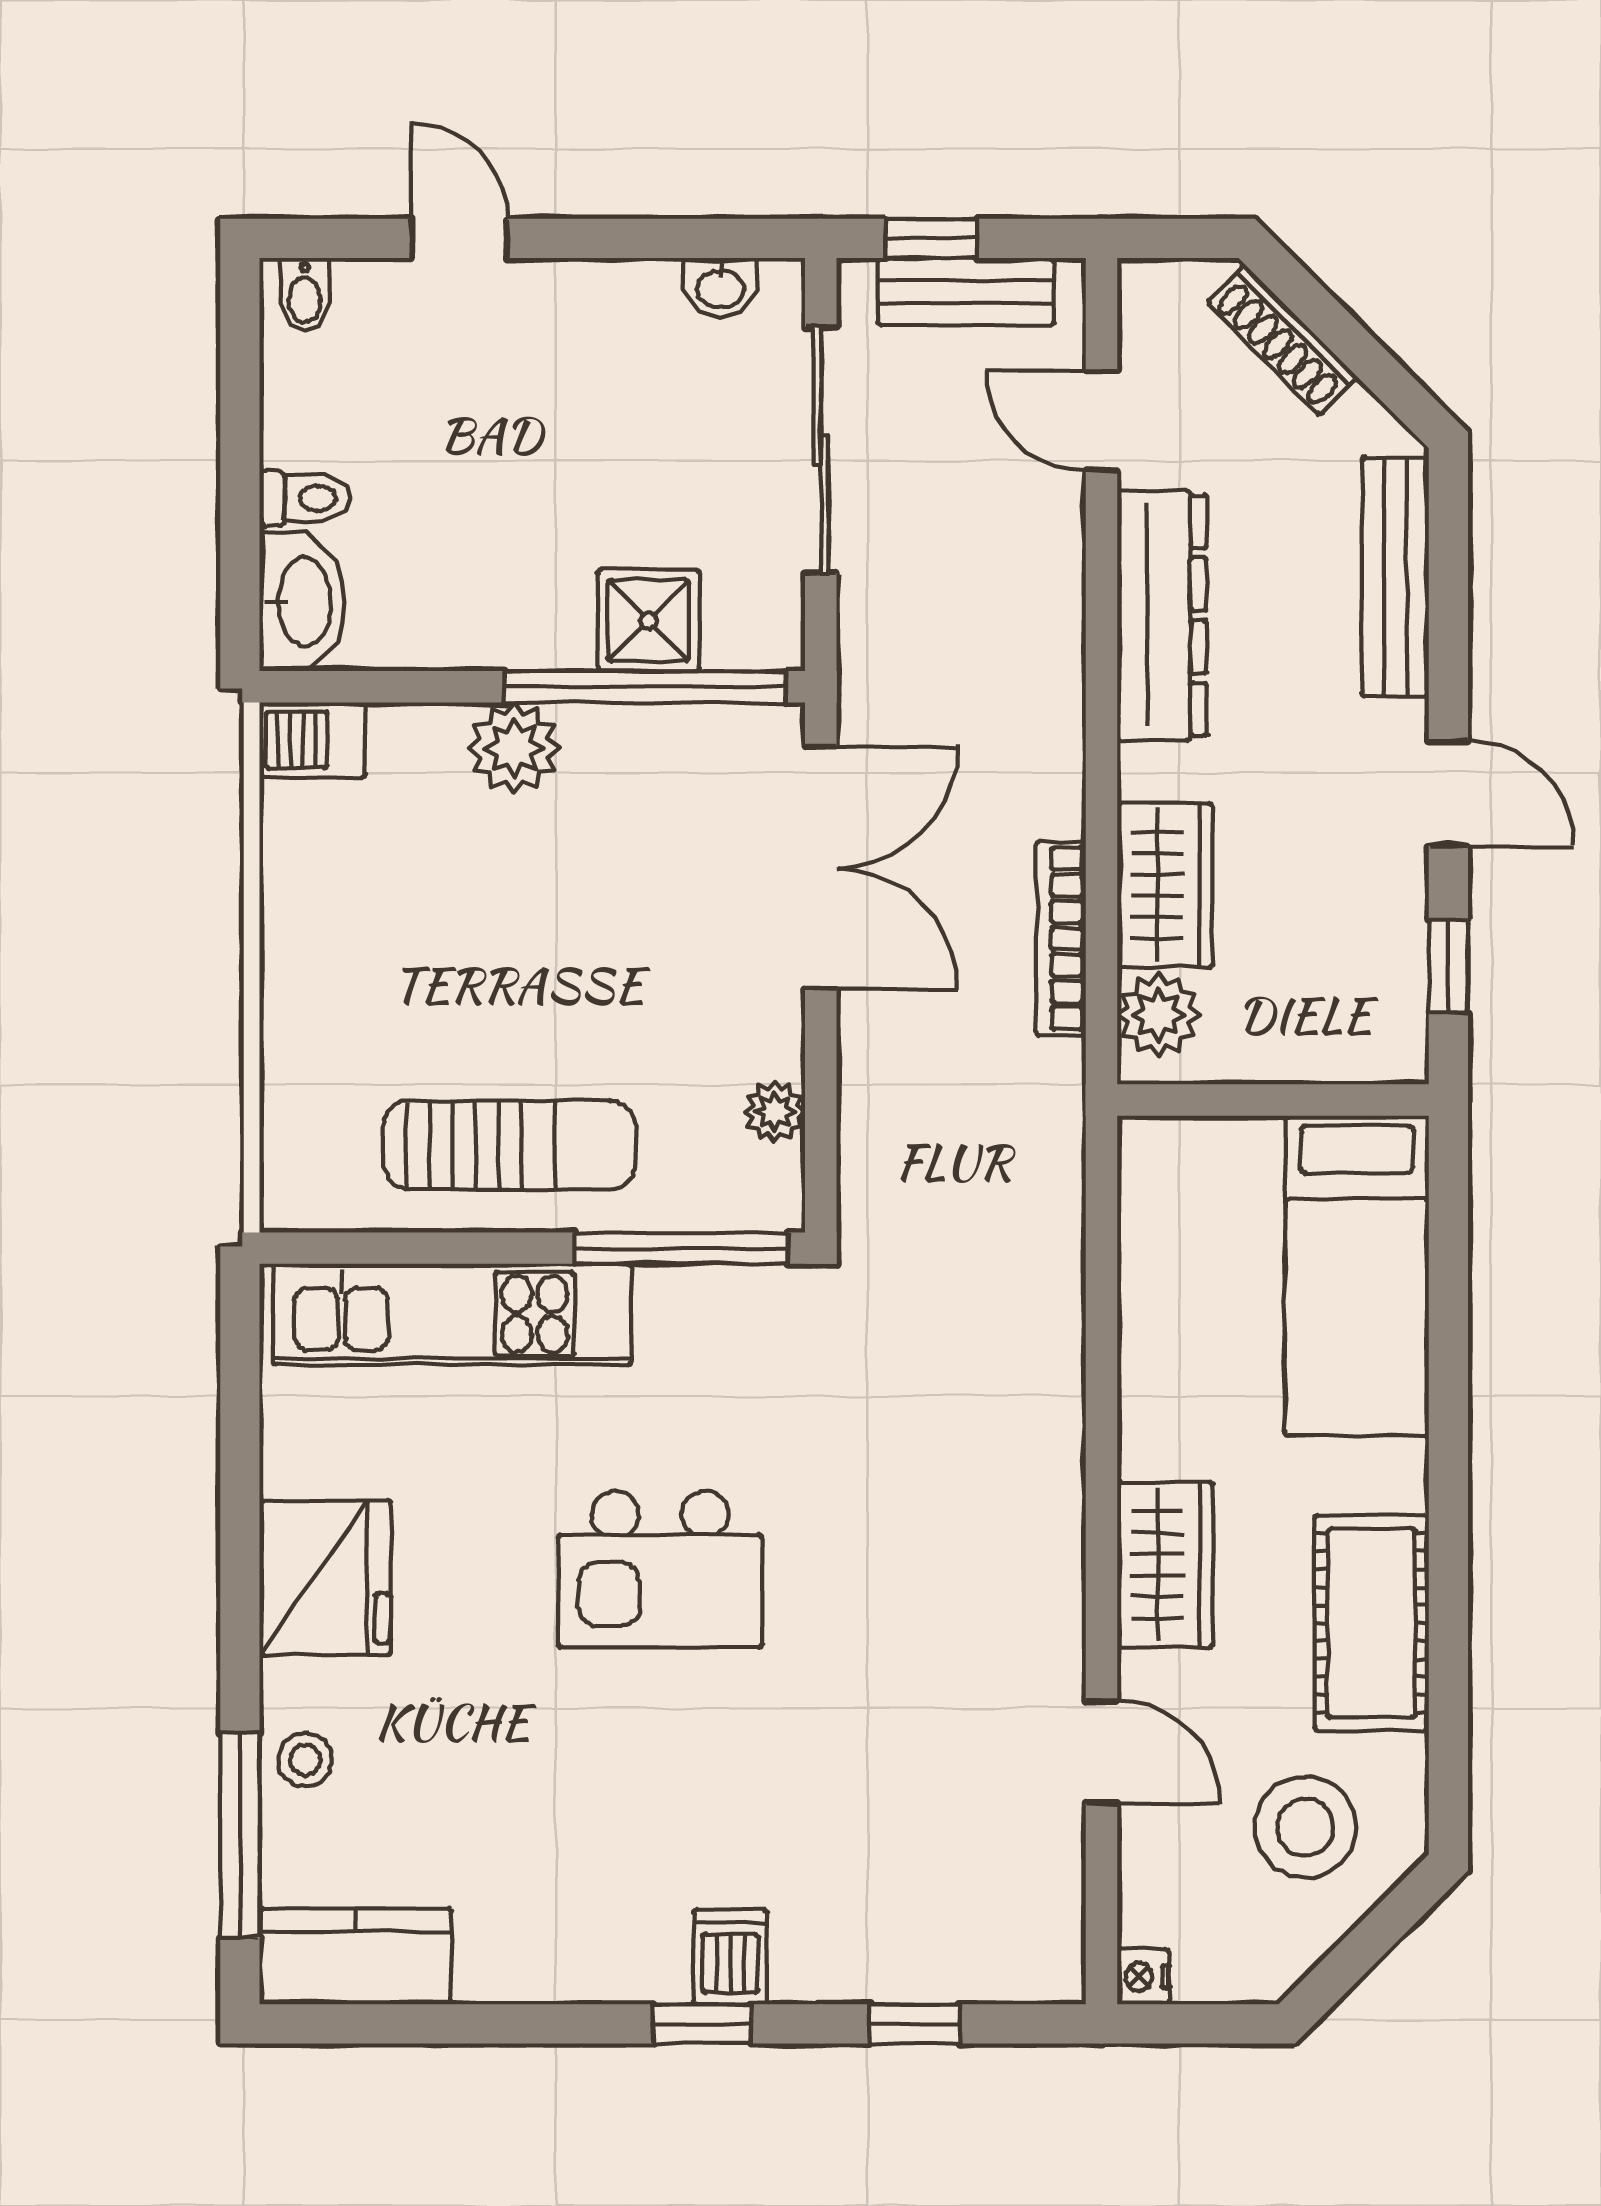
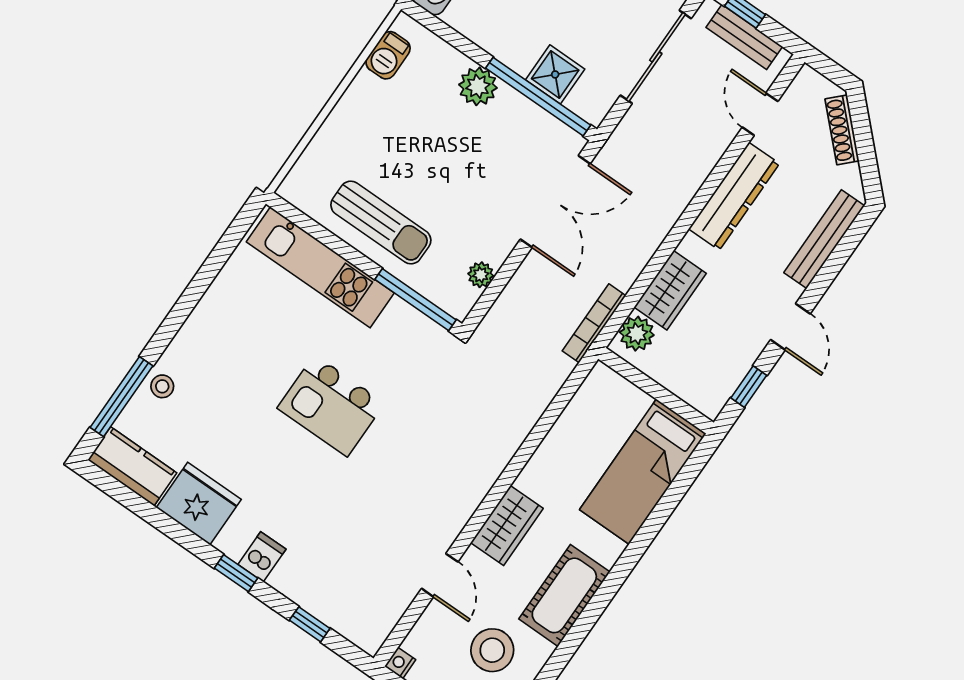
barbecue: (312, 740) -> (388, 55), moved, turned -90
bookcase: (1061, 939) -> (594, 323), moved
fridge: (325, 1578) -> (199, 503), moved, turned -90

